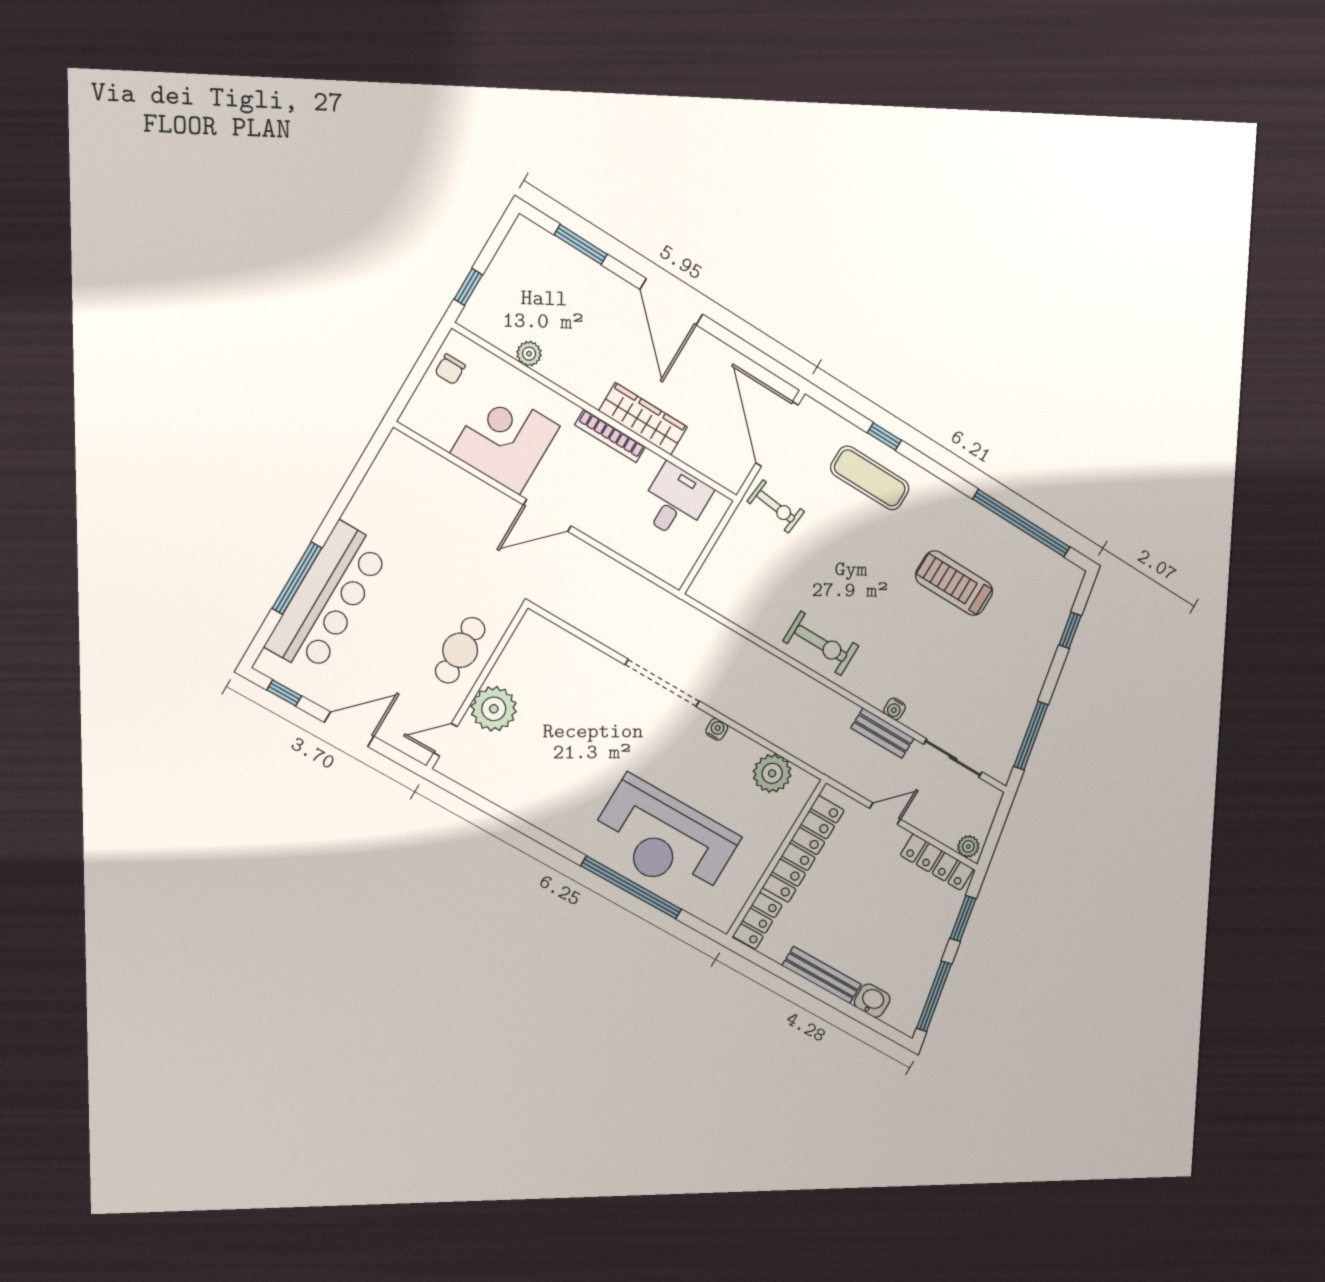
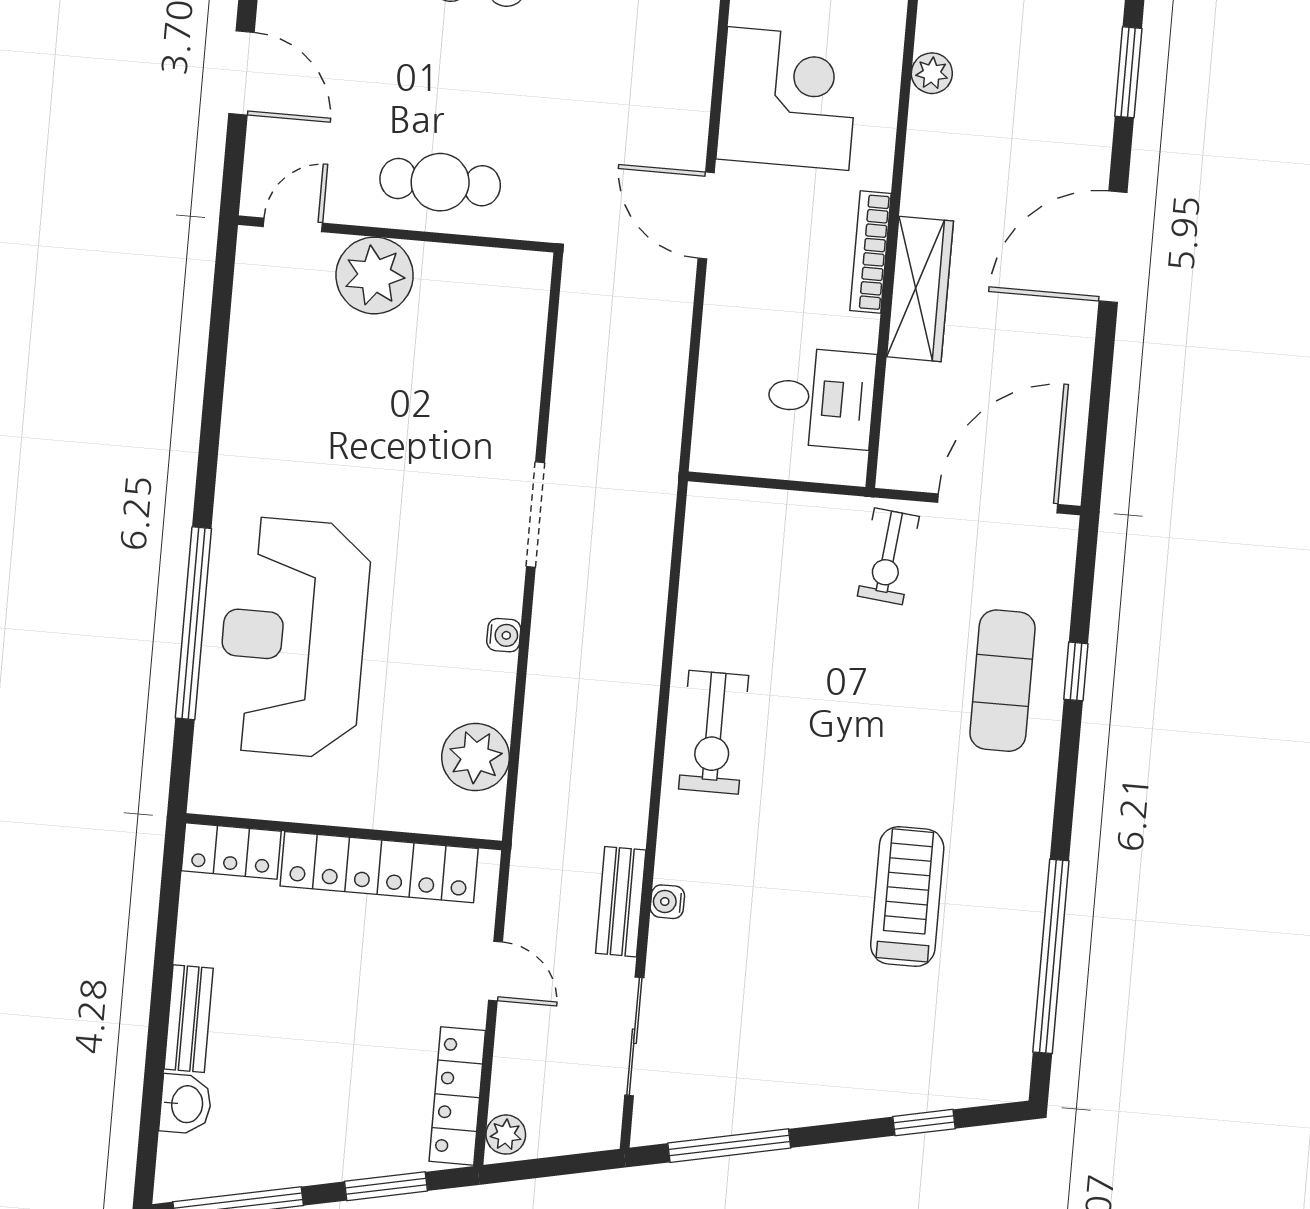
doorway: (662, 683) -> (535, 514), width x0.73
door: (445, 740) -> (293, 225), hinge flipped
bench: (822, 975) -> (189, 1019), width x0.73

